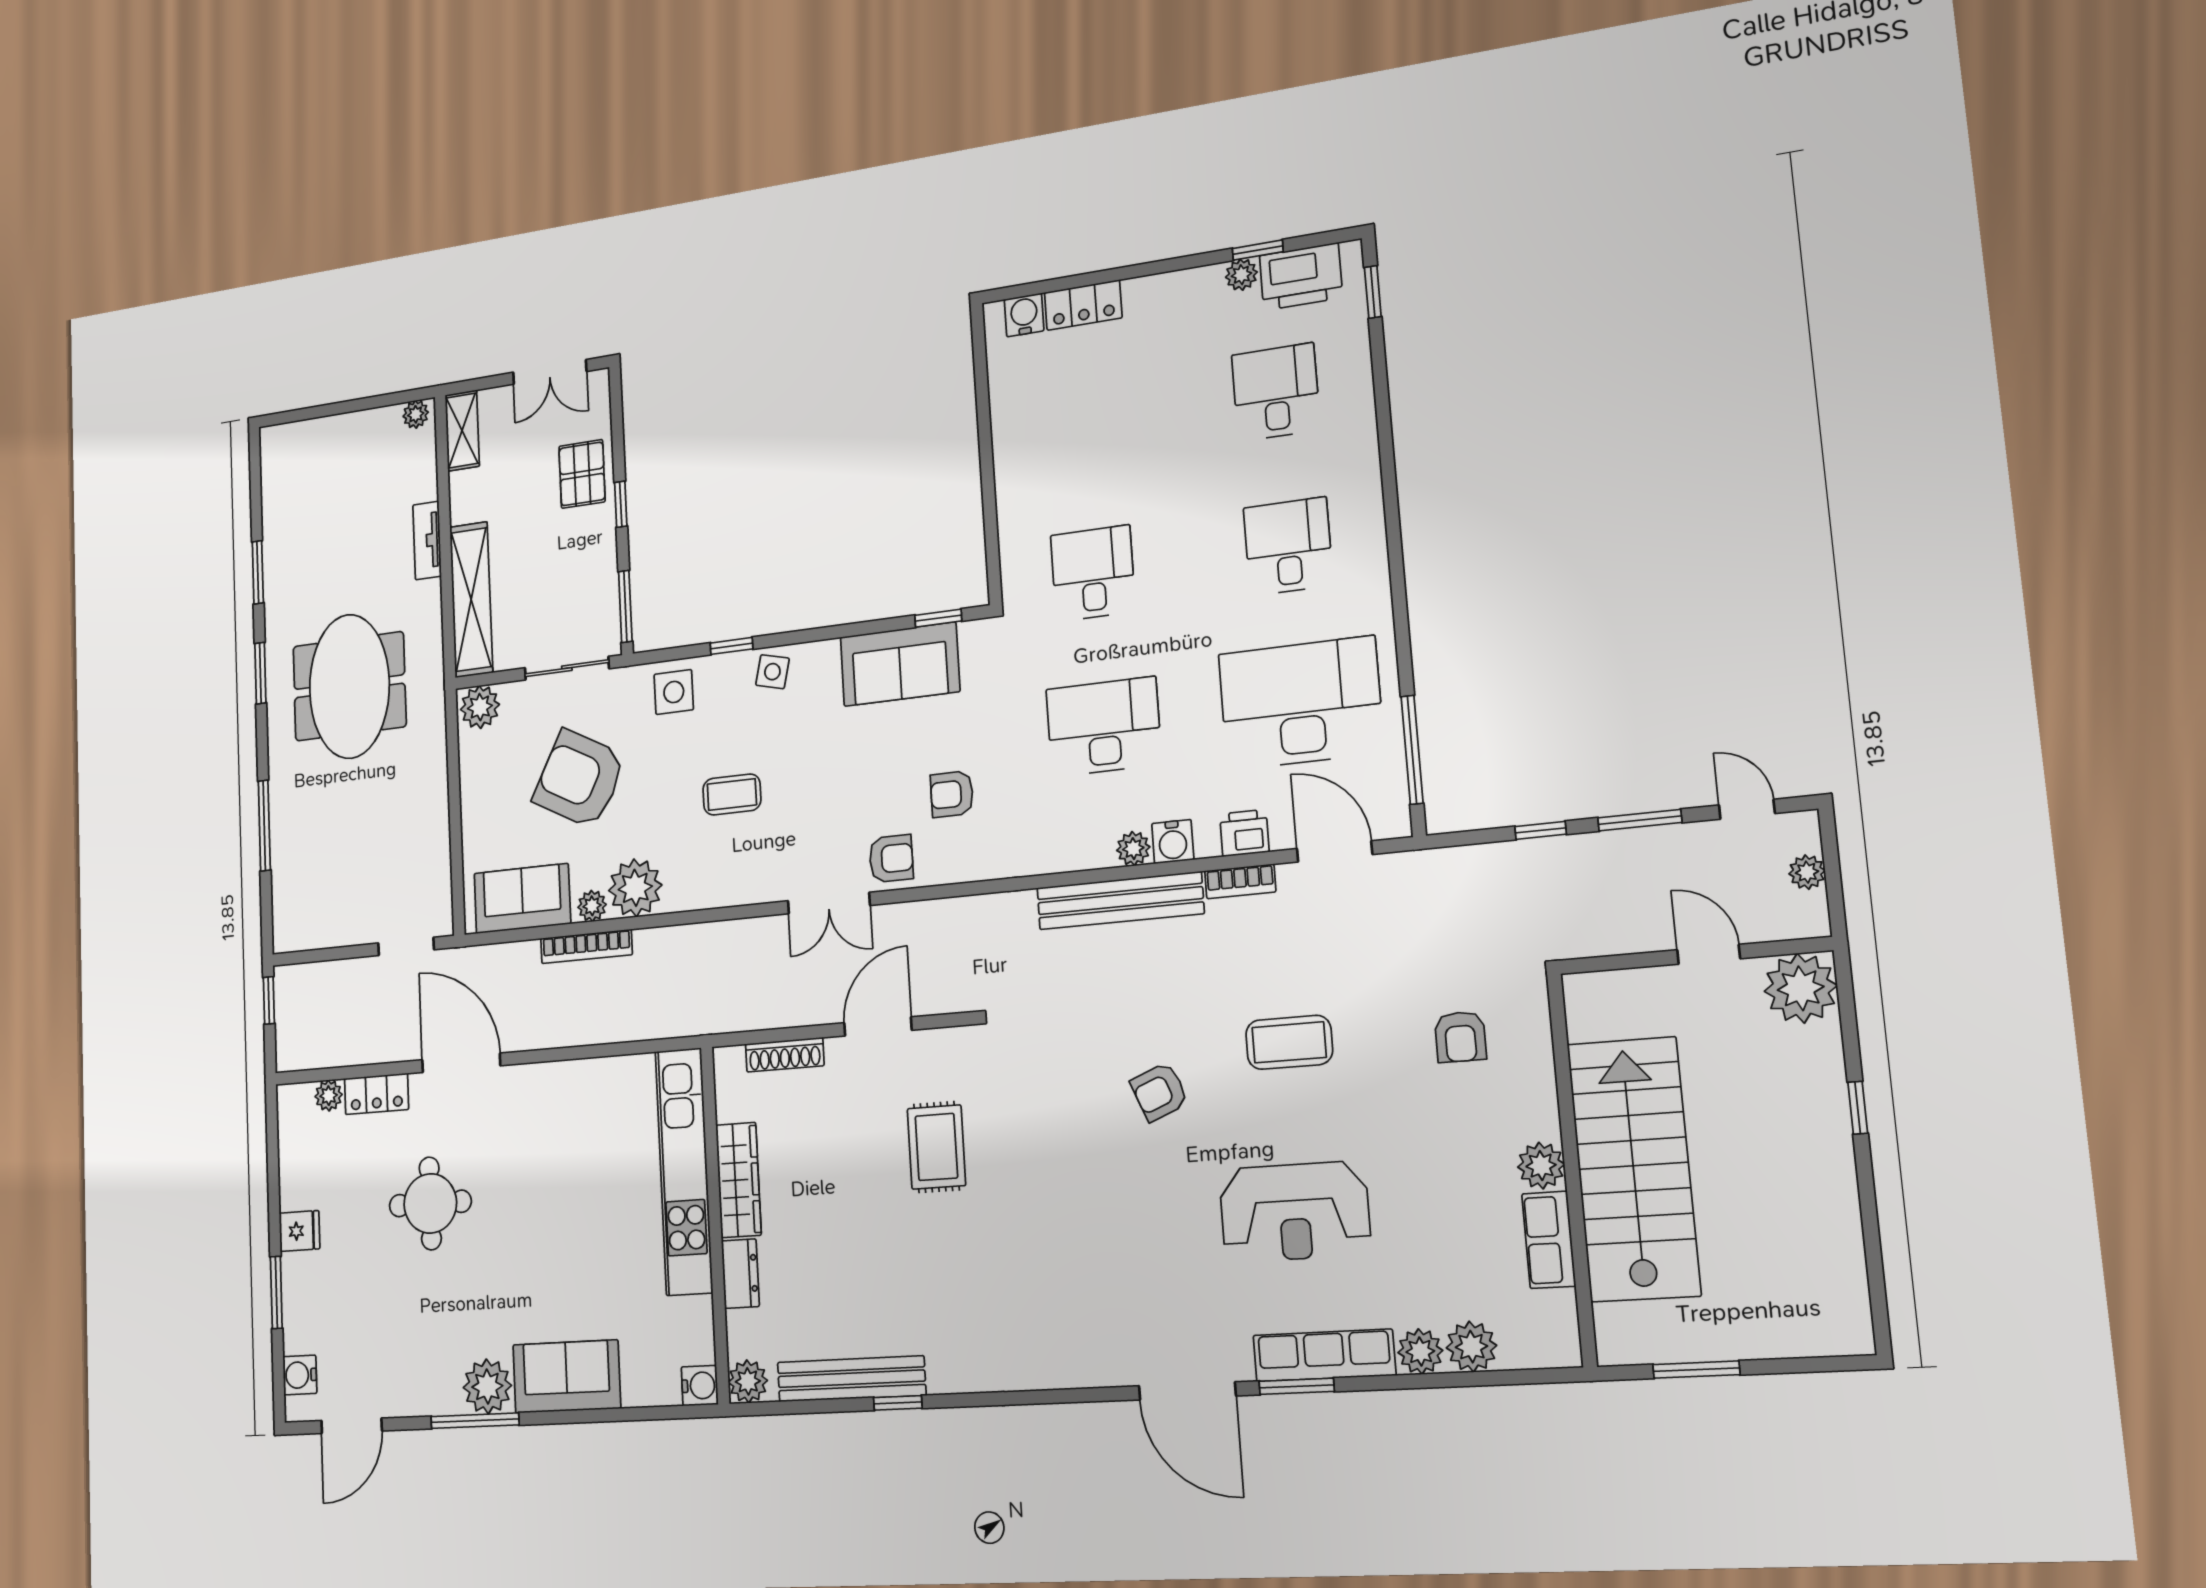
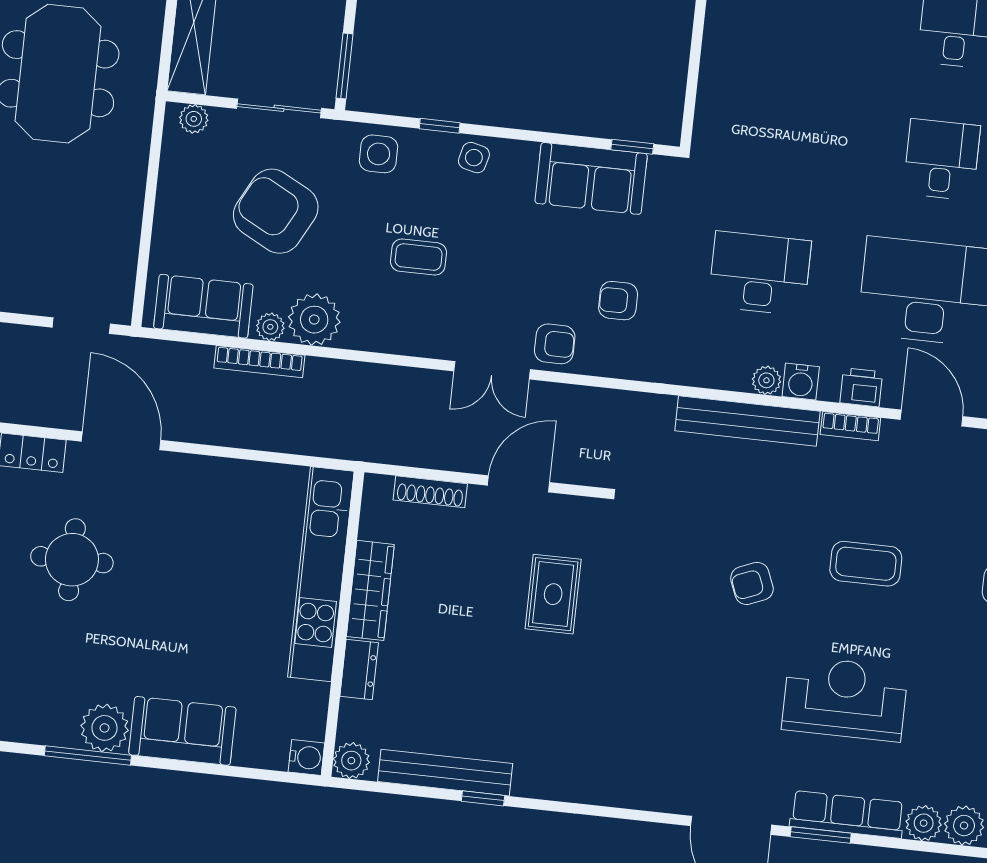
desk: (1093, 573) -> (774, 141), removed
plant: (480, 707) -> (194, 119), width x0.73, depth x0.73
reception desk: (1295, 1212) -> (845, 699), turned 180

